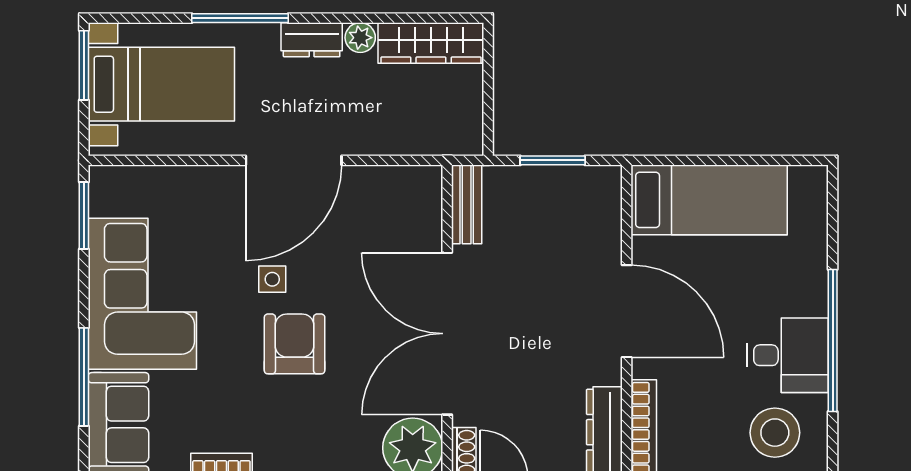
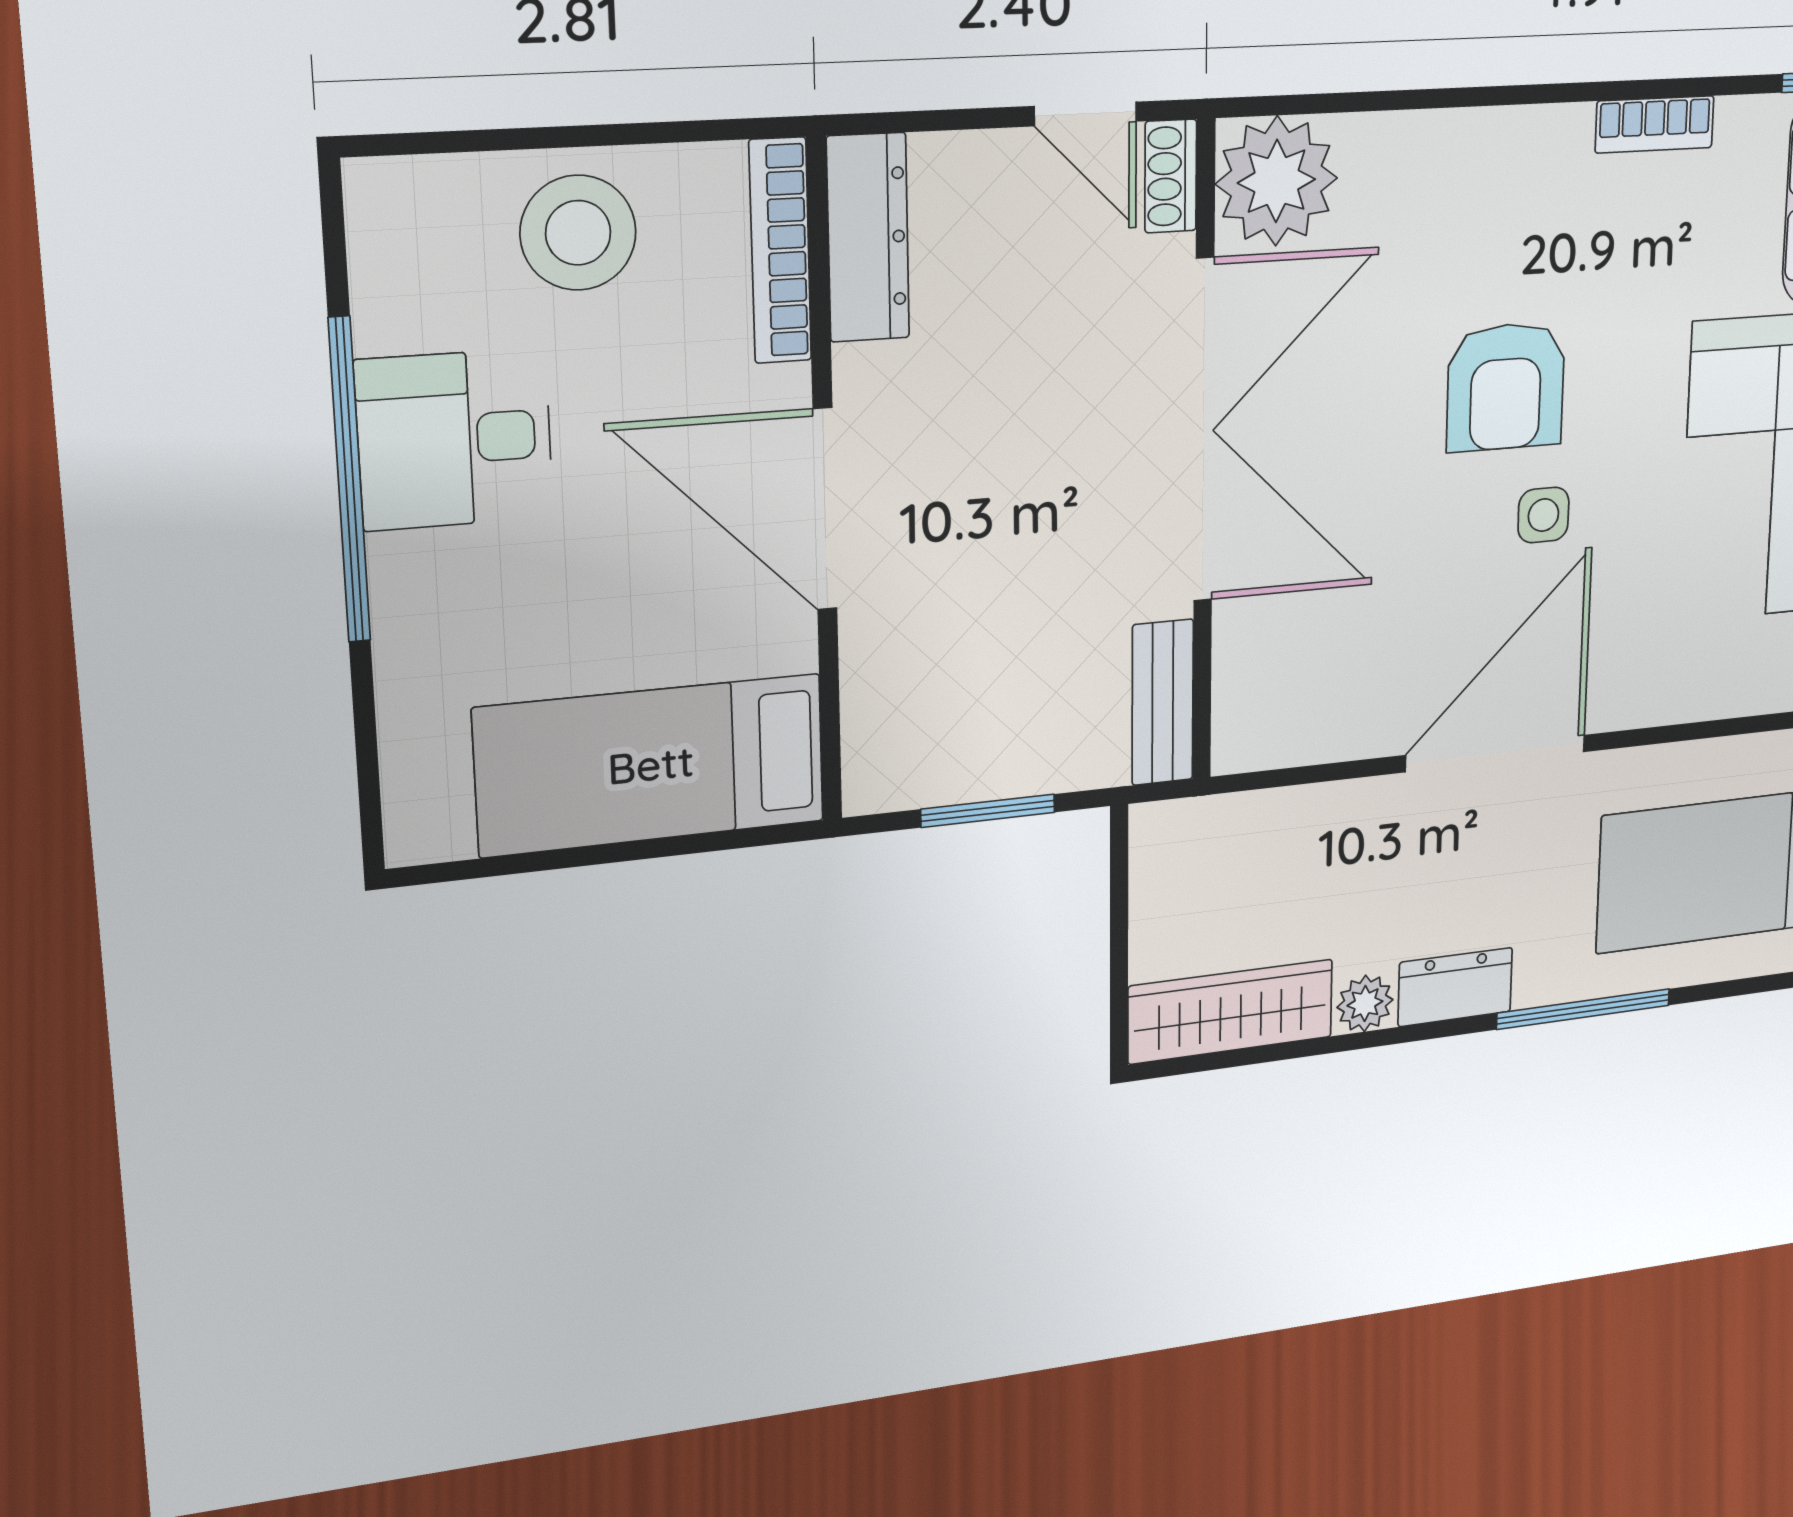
stool: (775, 433) -> (578, 233), moved

